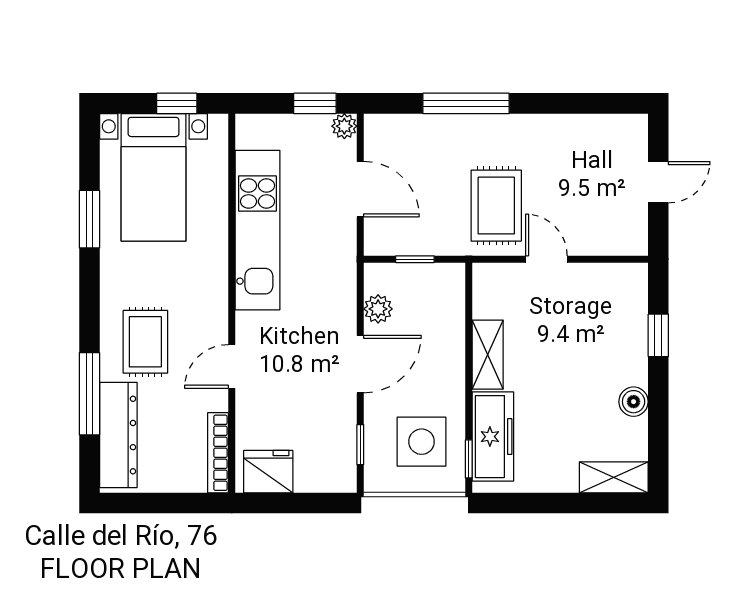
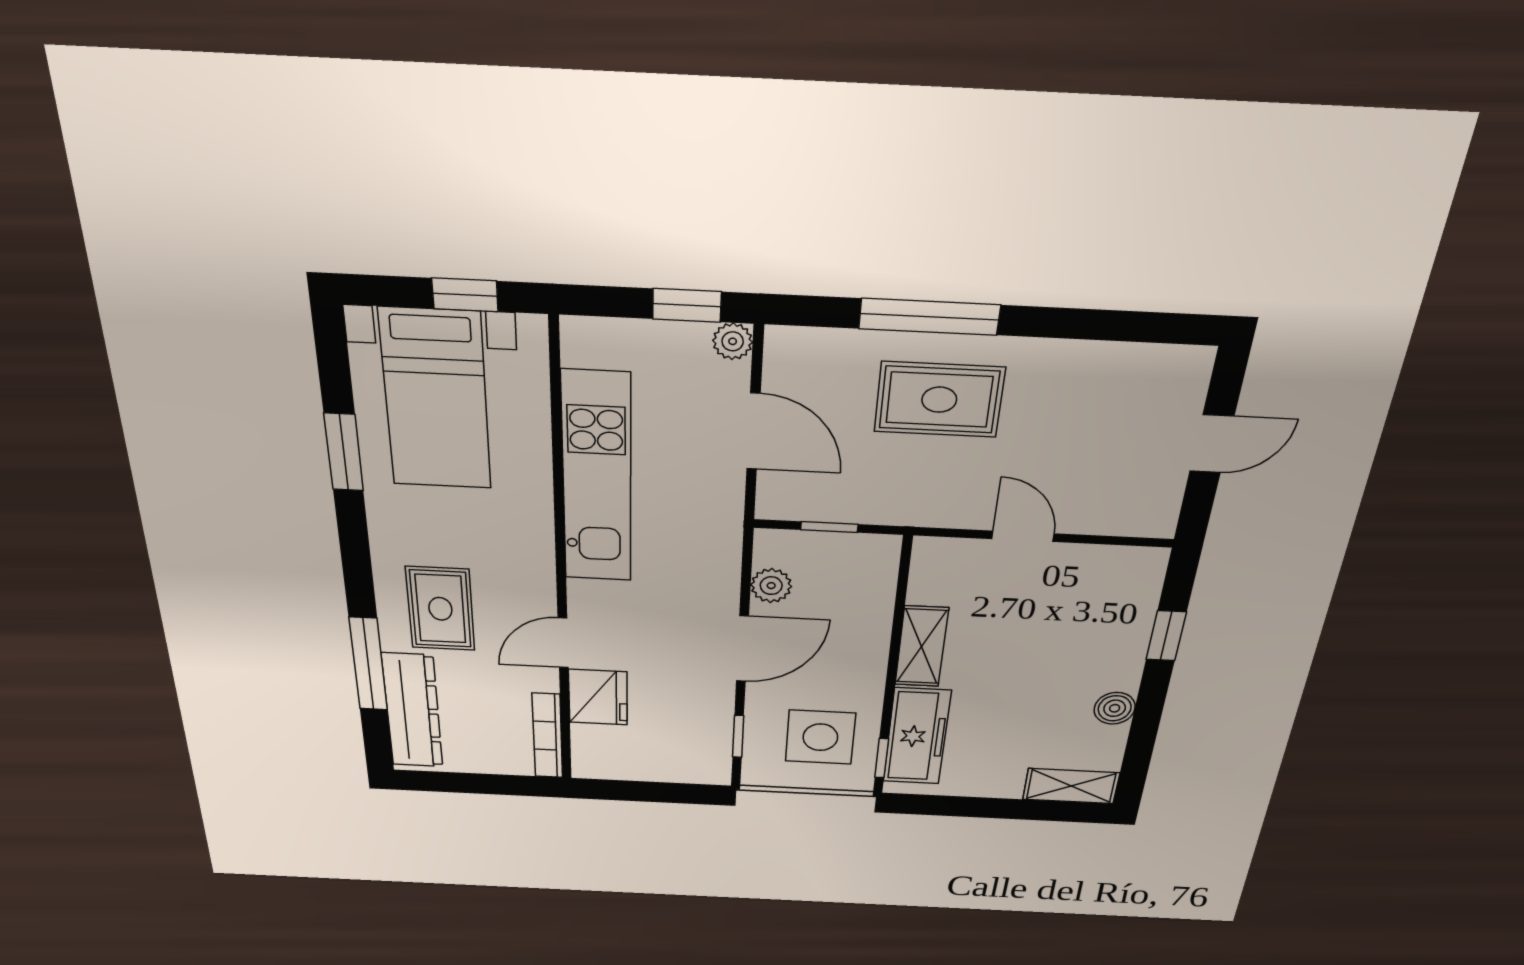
rug: (496, 206) -> (939, 400), moved, turned 90
fridge: (268, 472) -> (598, 697), moved, turned 90

